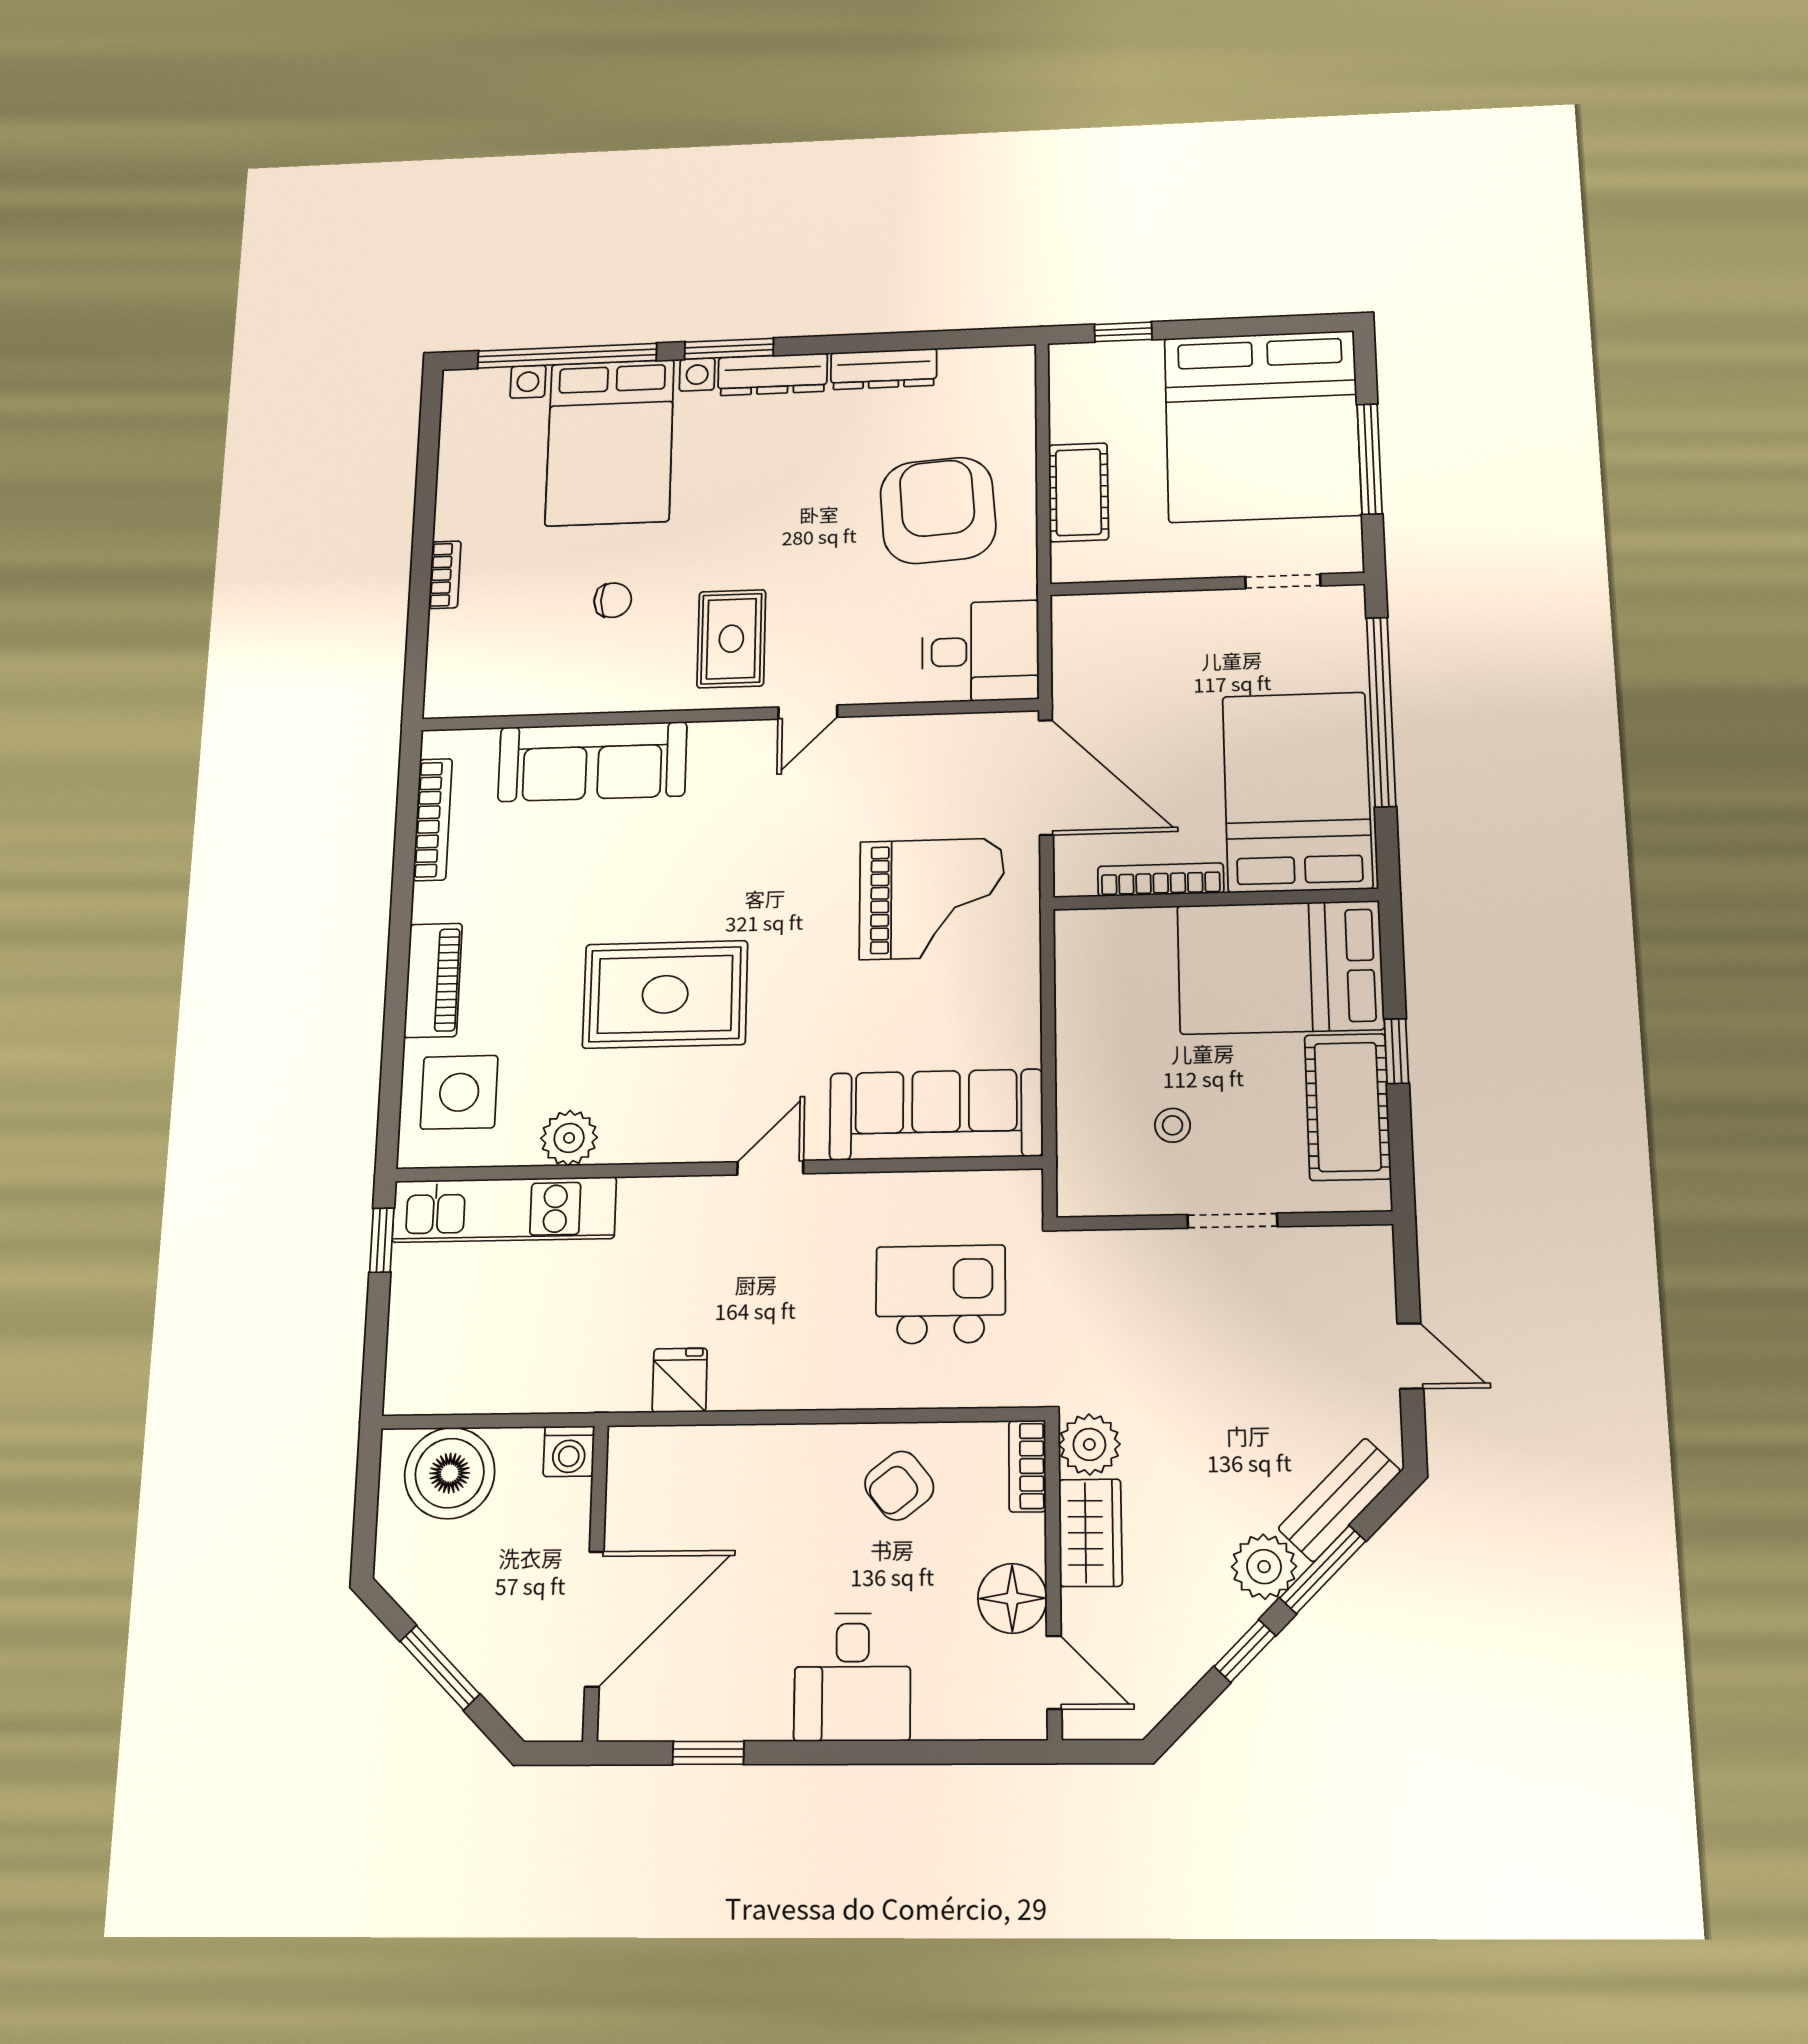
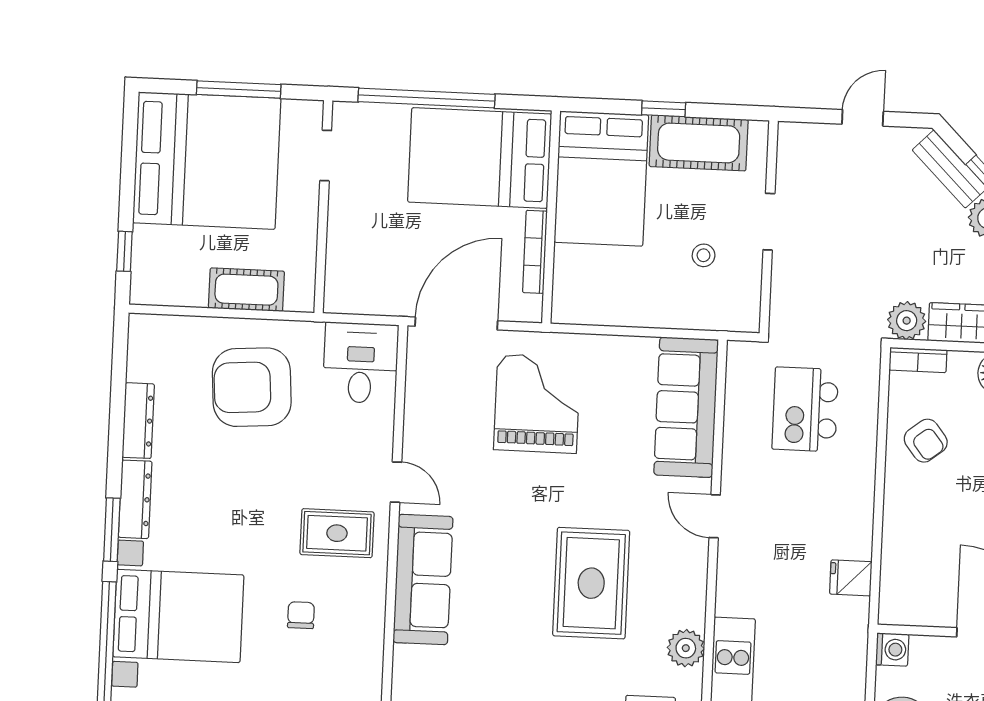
sofa: (592, 762) -> (423, 580), moved

